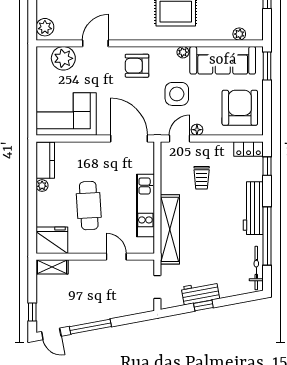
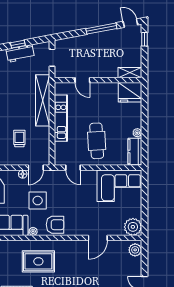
plant: (63, 58) -> (133, 227), moved
armchair: (137, 66) -> (55, 225), moved
door: (129, 139) -> (73, 168), width x0.53
cafe table: (89, 206) -> (97, 141), moved

